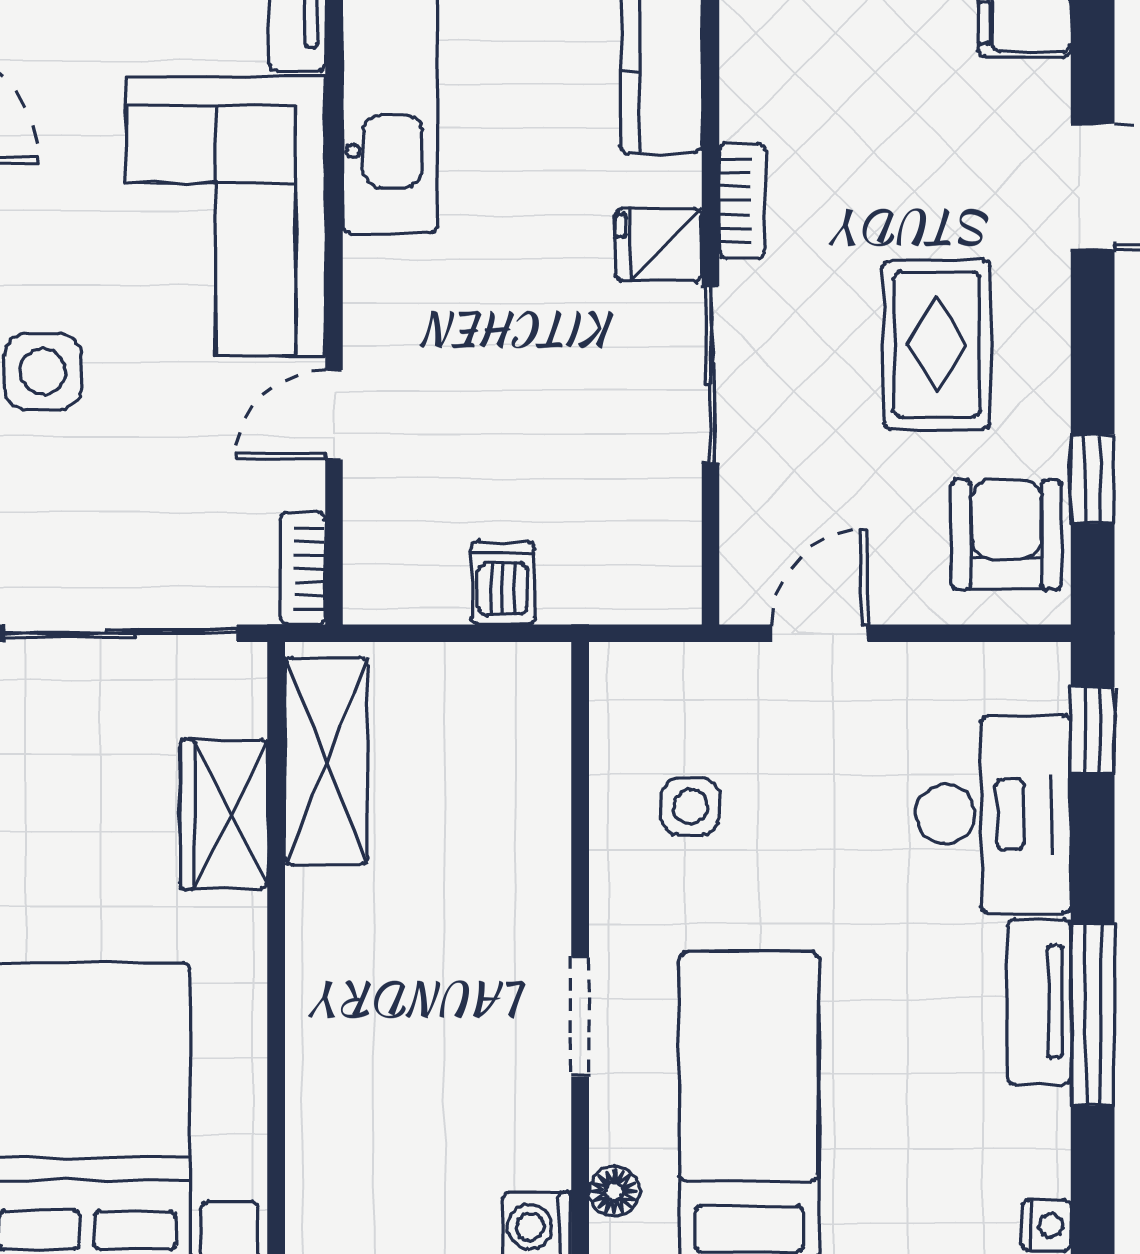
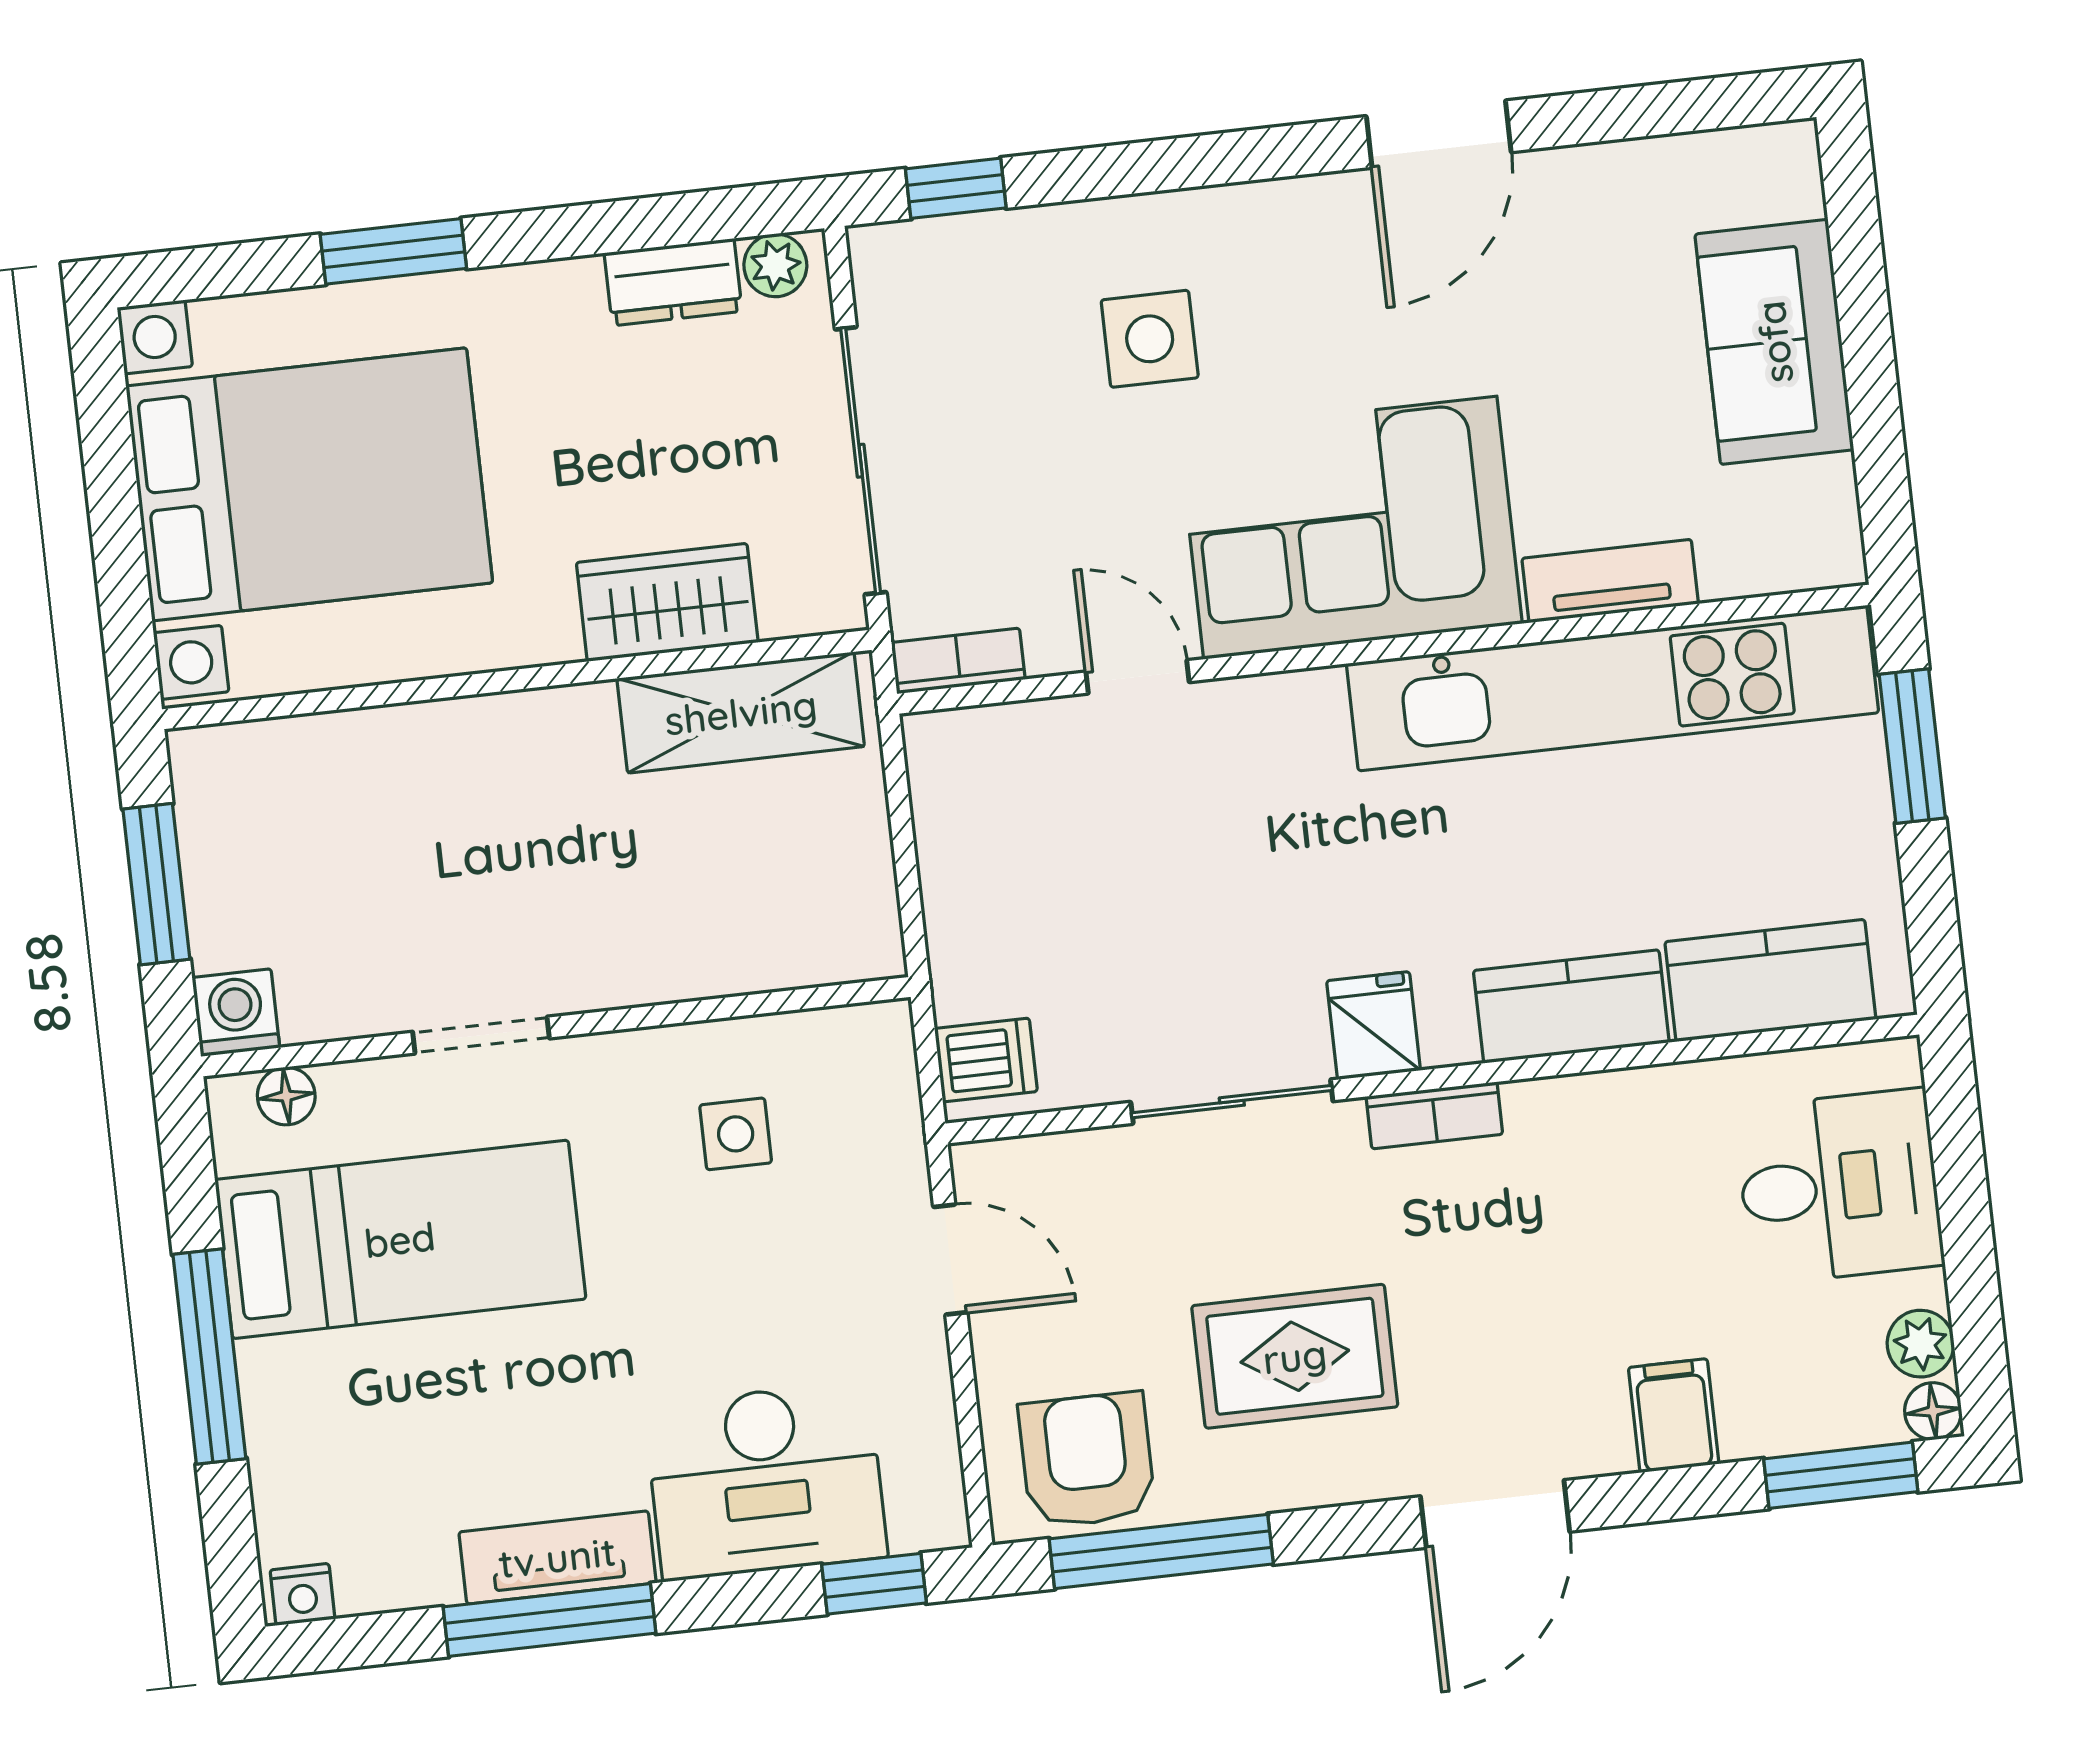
window: (1093, 479) -> (1161, 1551), width x2.17
armchair: (1006, 534) -> (1087, 1460), turned -90
dishwasher: (503, 583) -> (986, 1060), moved

